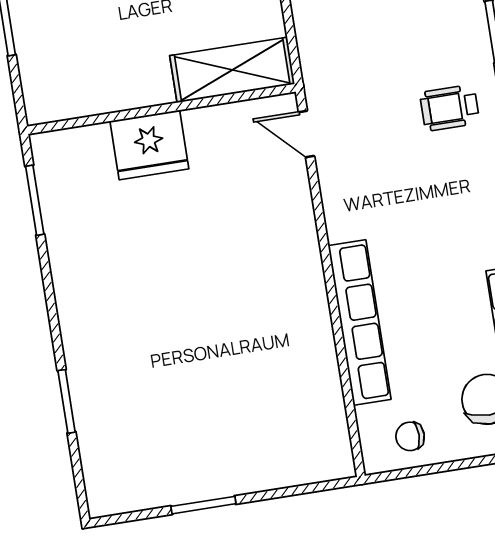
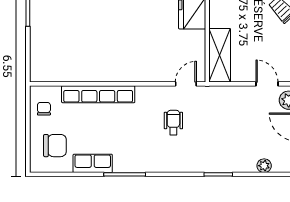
wheelchair: (450, 108) -> (173, 122), moved

